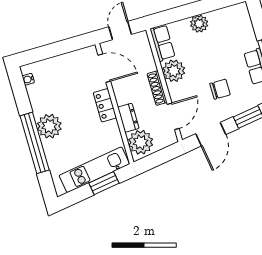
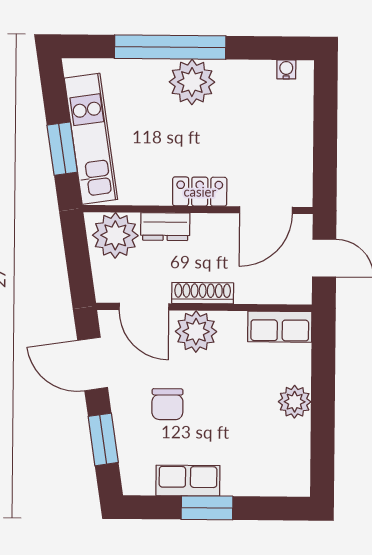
plant: (174, 71) -> (196, 332), moved

